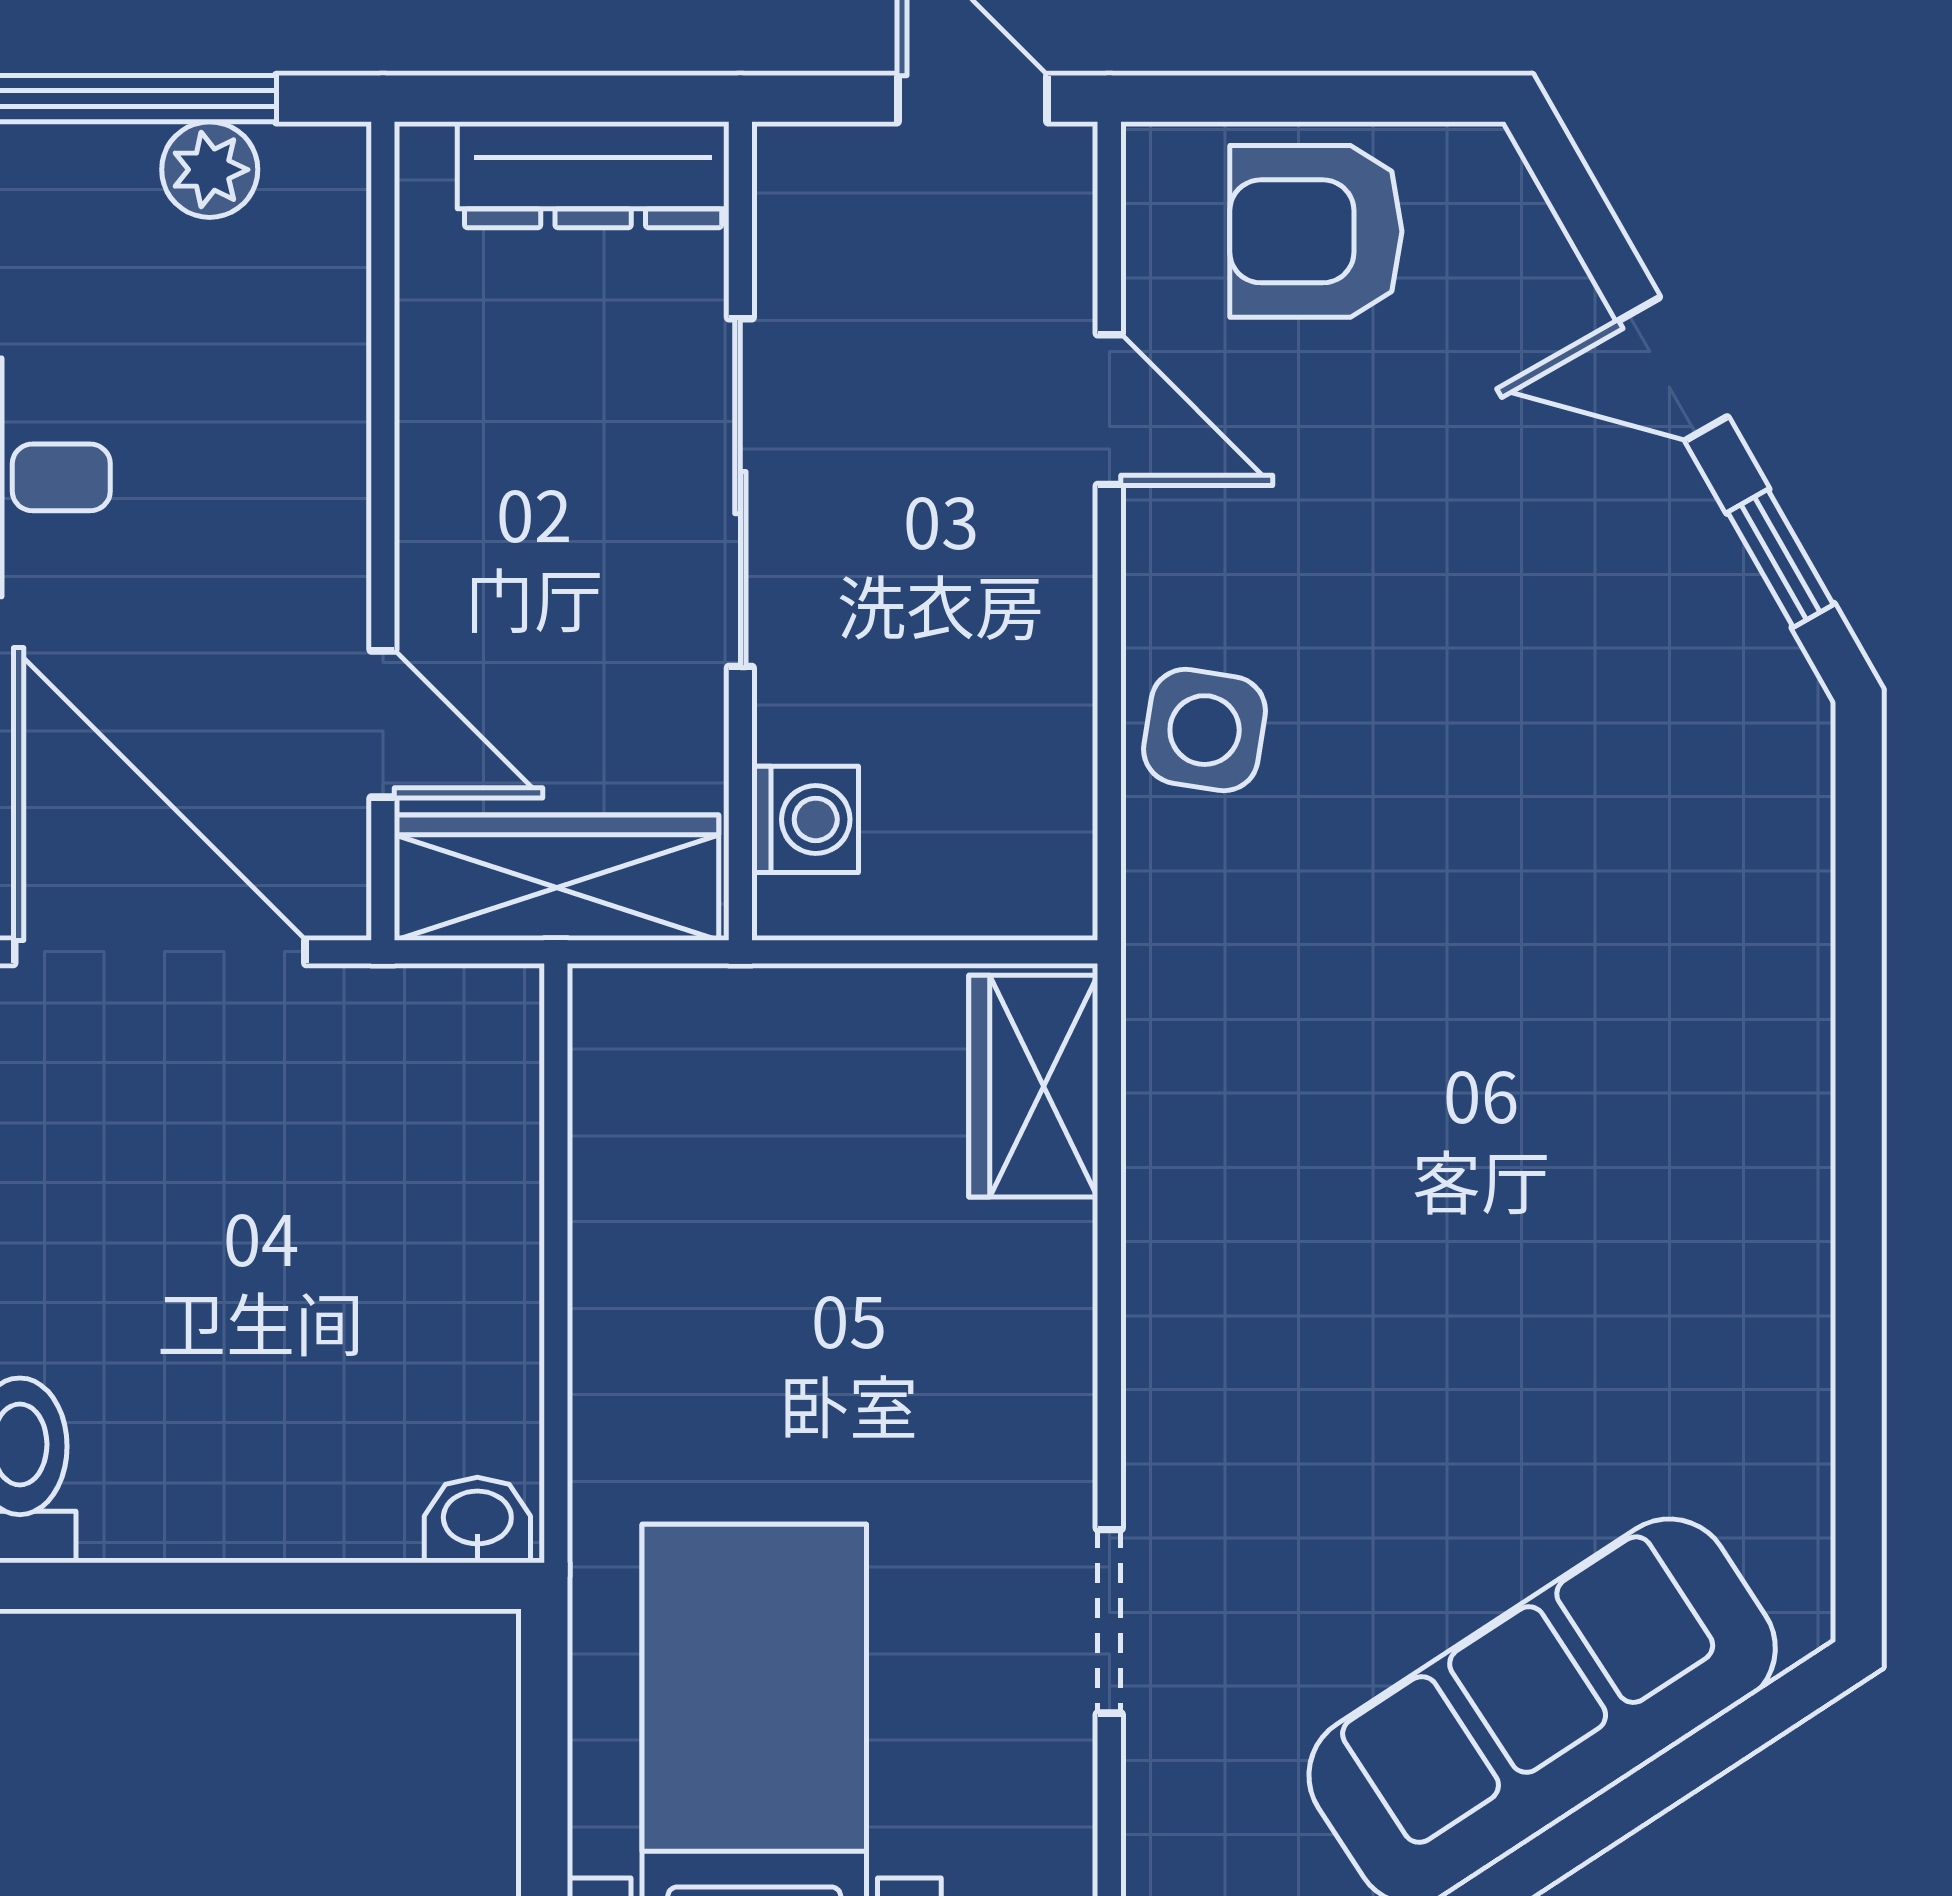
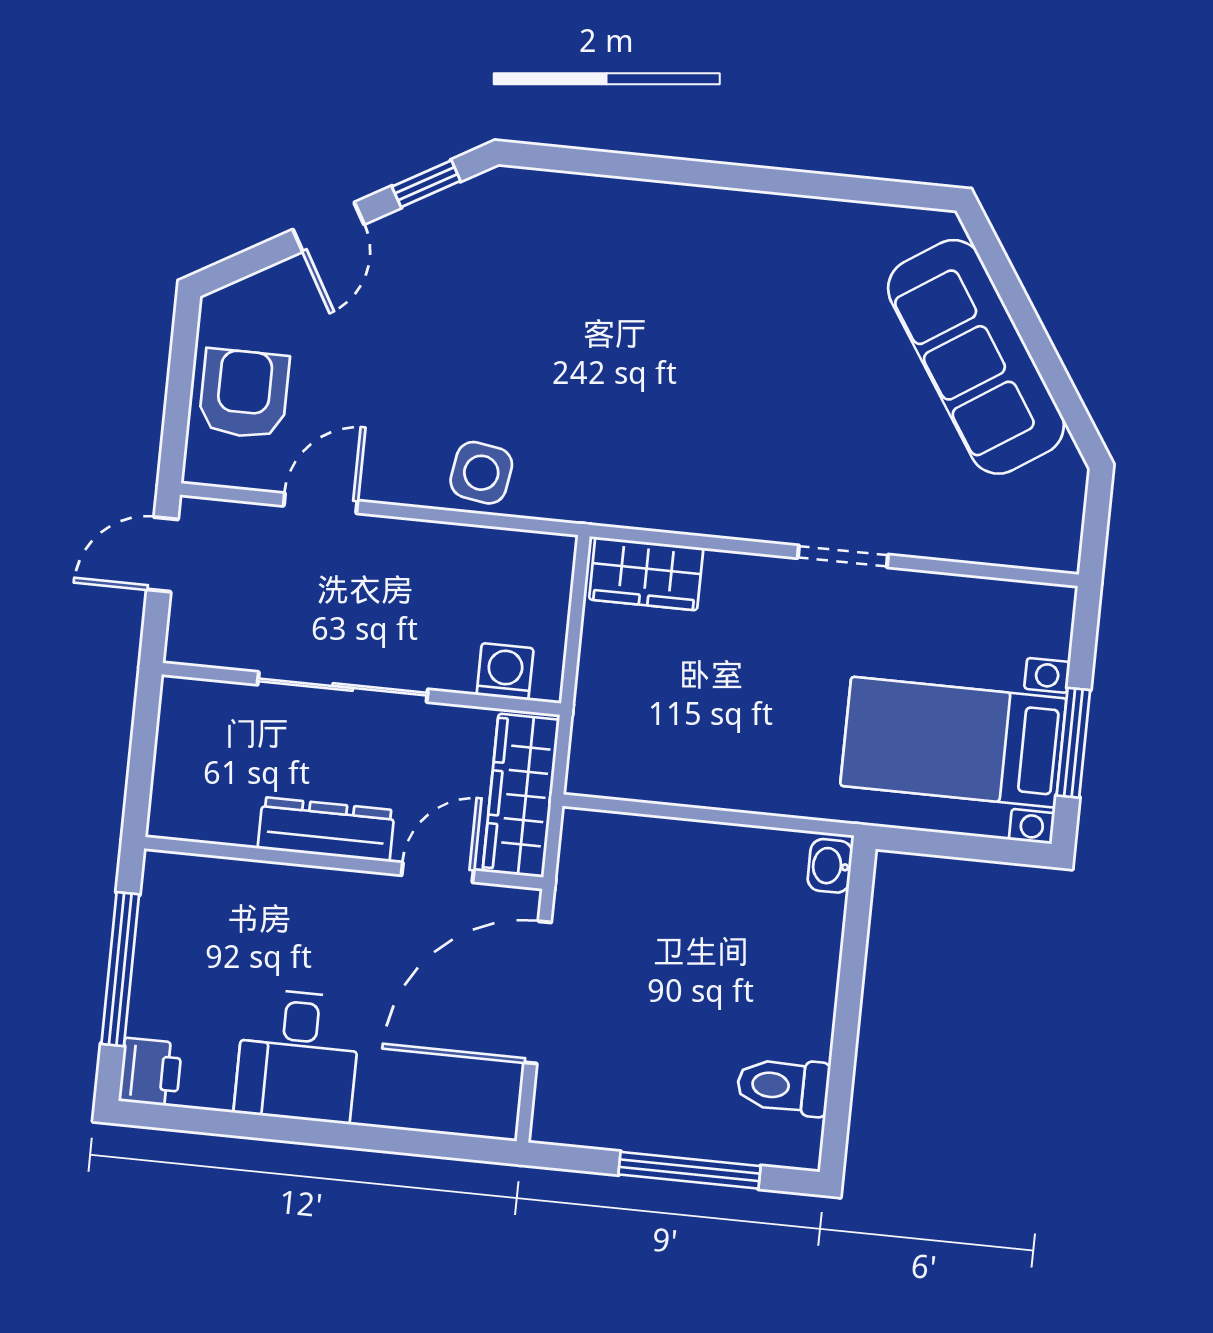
plant: (210, 170) -> (159, 929), removed
dresser: (593, 175) -> (326, 829), moved, turned -90
armchair: (1316, 231) -> (244, 394), turned 180
doorway: (1109, 1621) -> (843, 556), moved

